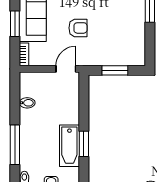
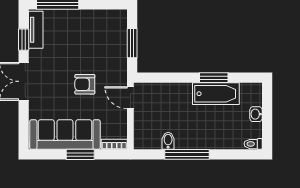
armchair: (78, 28) -> (85, 84), turned -90
window: (15, 145) -> (187, 154), moved

